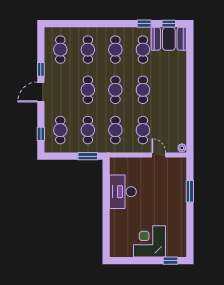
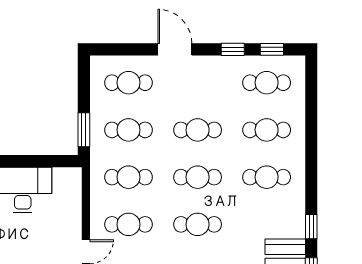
cafe table: (143, 50) -> (267, 224), removed
door: (41, 92) -> (175, 49), moved
window: (41, 134) -> (272, 49), moved

